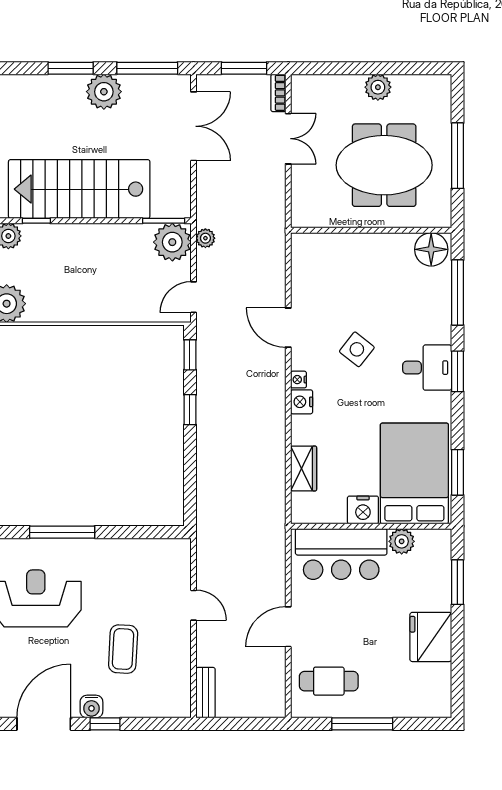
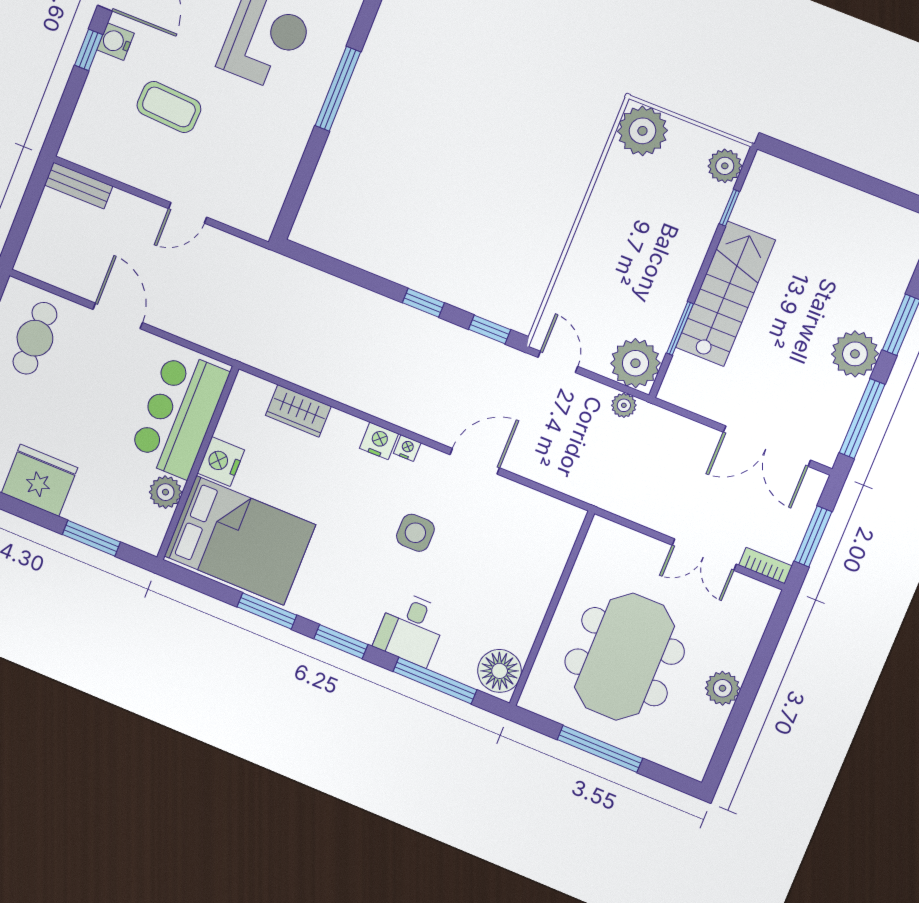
stairs: (79, 189) -> (725, 294), width x0.73, depth x0.66
window: (164, 221) -> (680, 328), moved
side table: (357, 349) -> (415, 533), turned -38
desk: (427, 368) -> (411, 629), moved
window: (457, 472) -> (267, 611), moved

